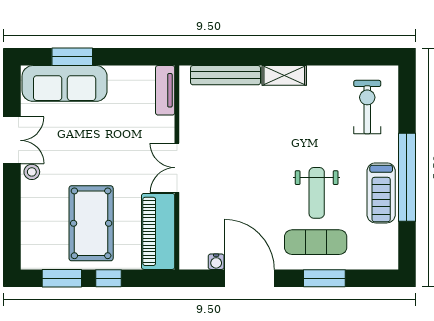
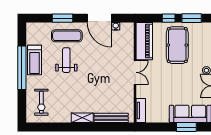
treadmill: (381, 193) -> (35, 60), turned 180

